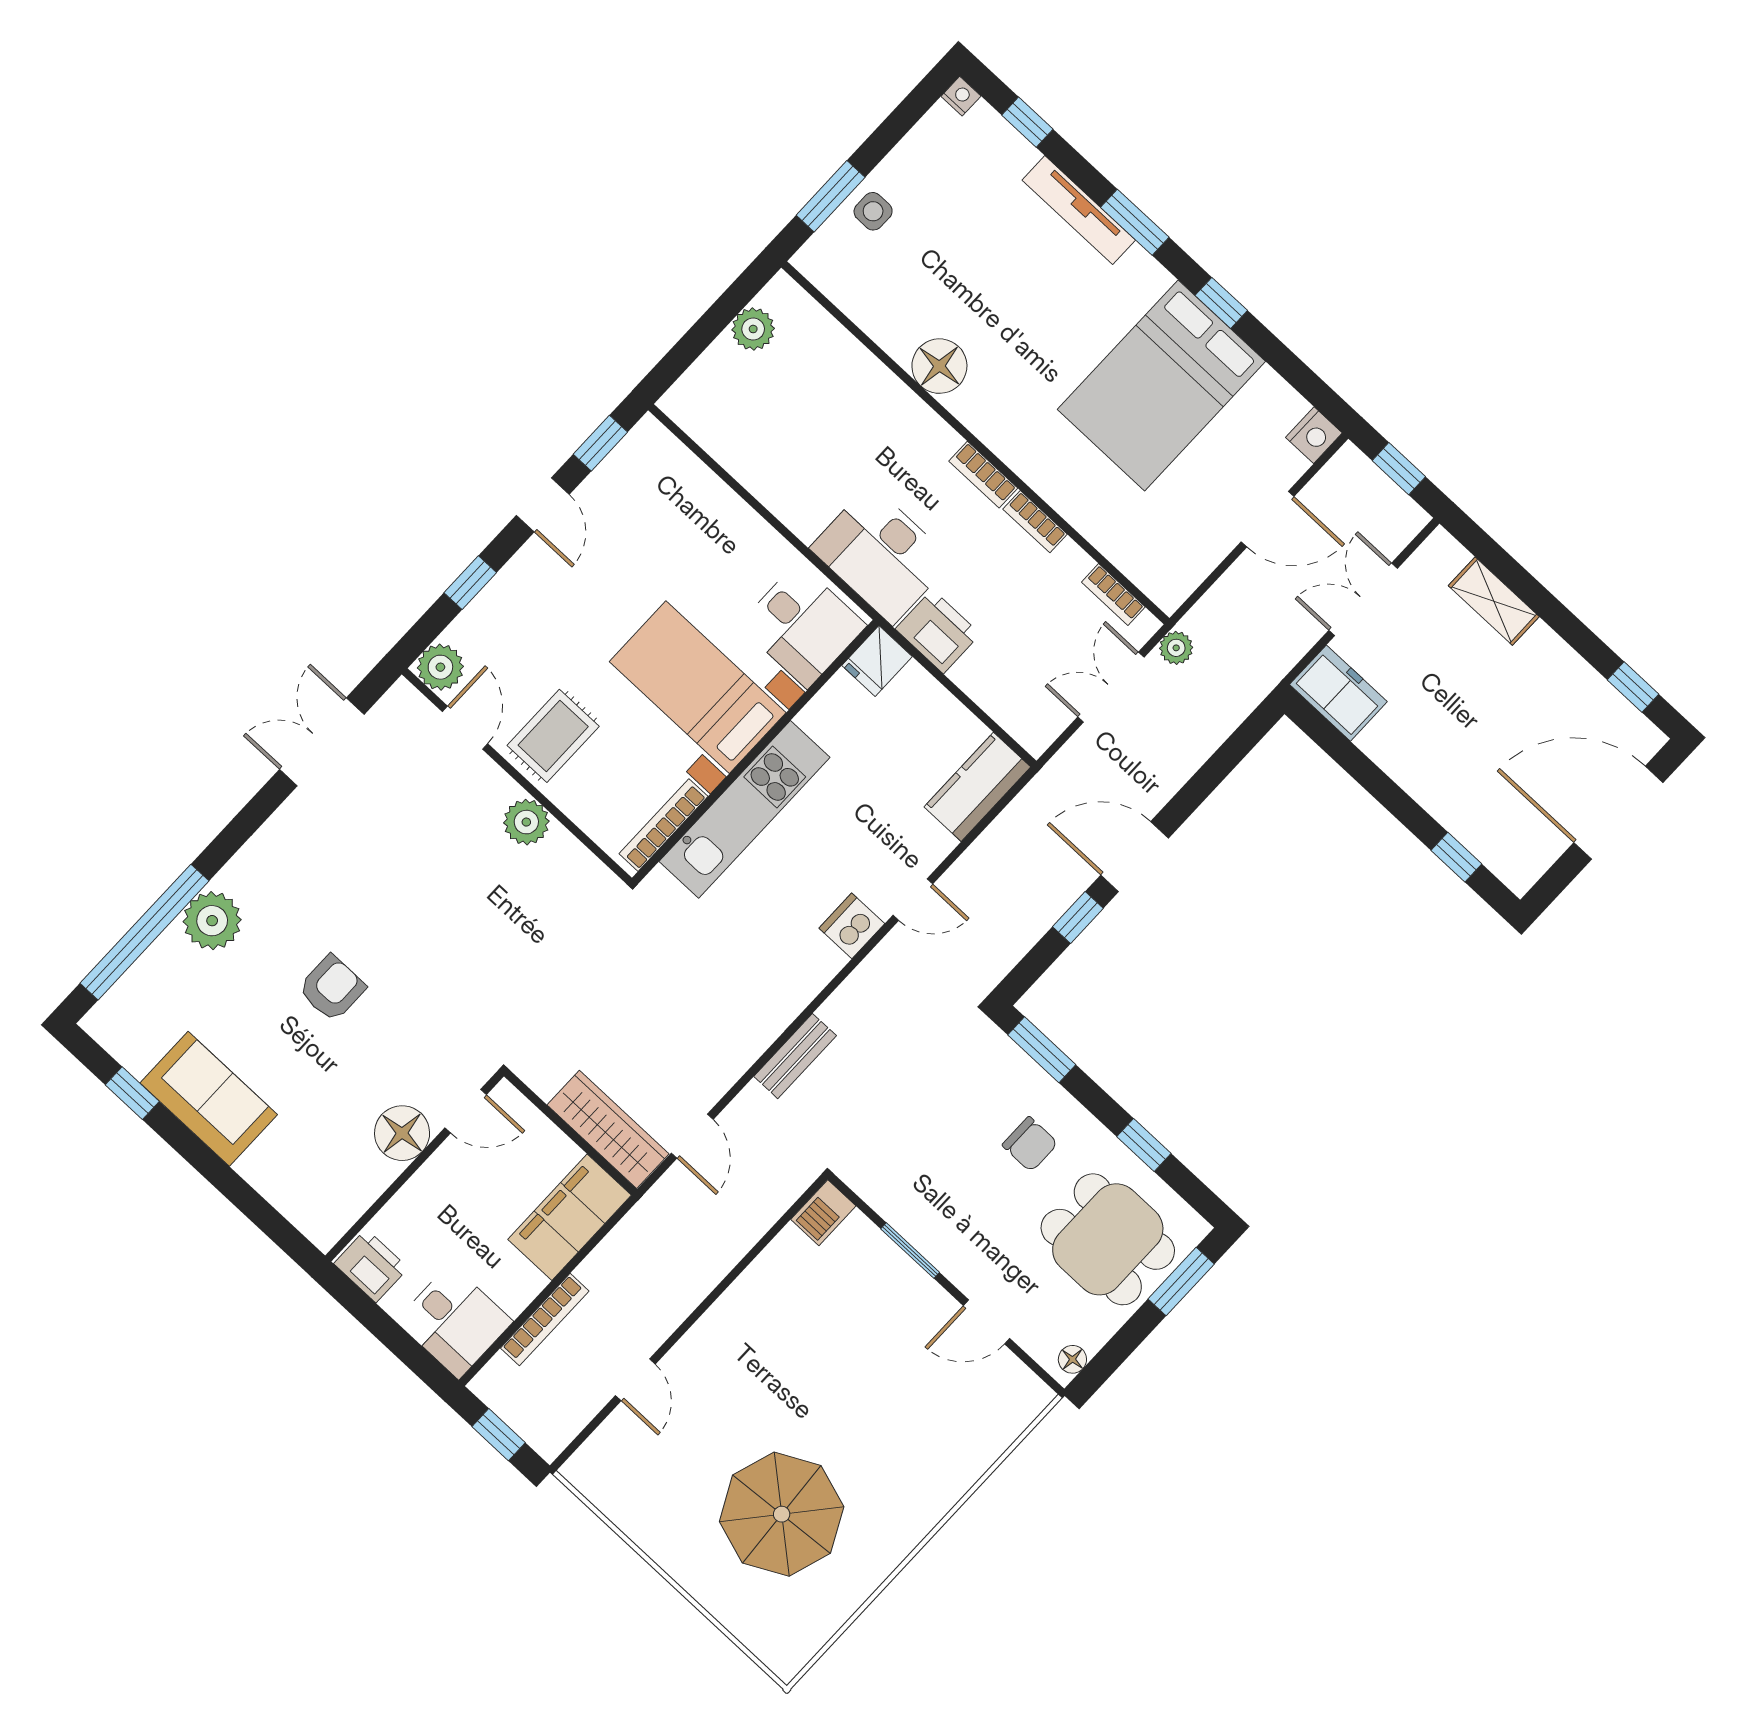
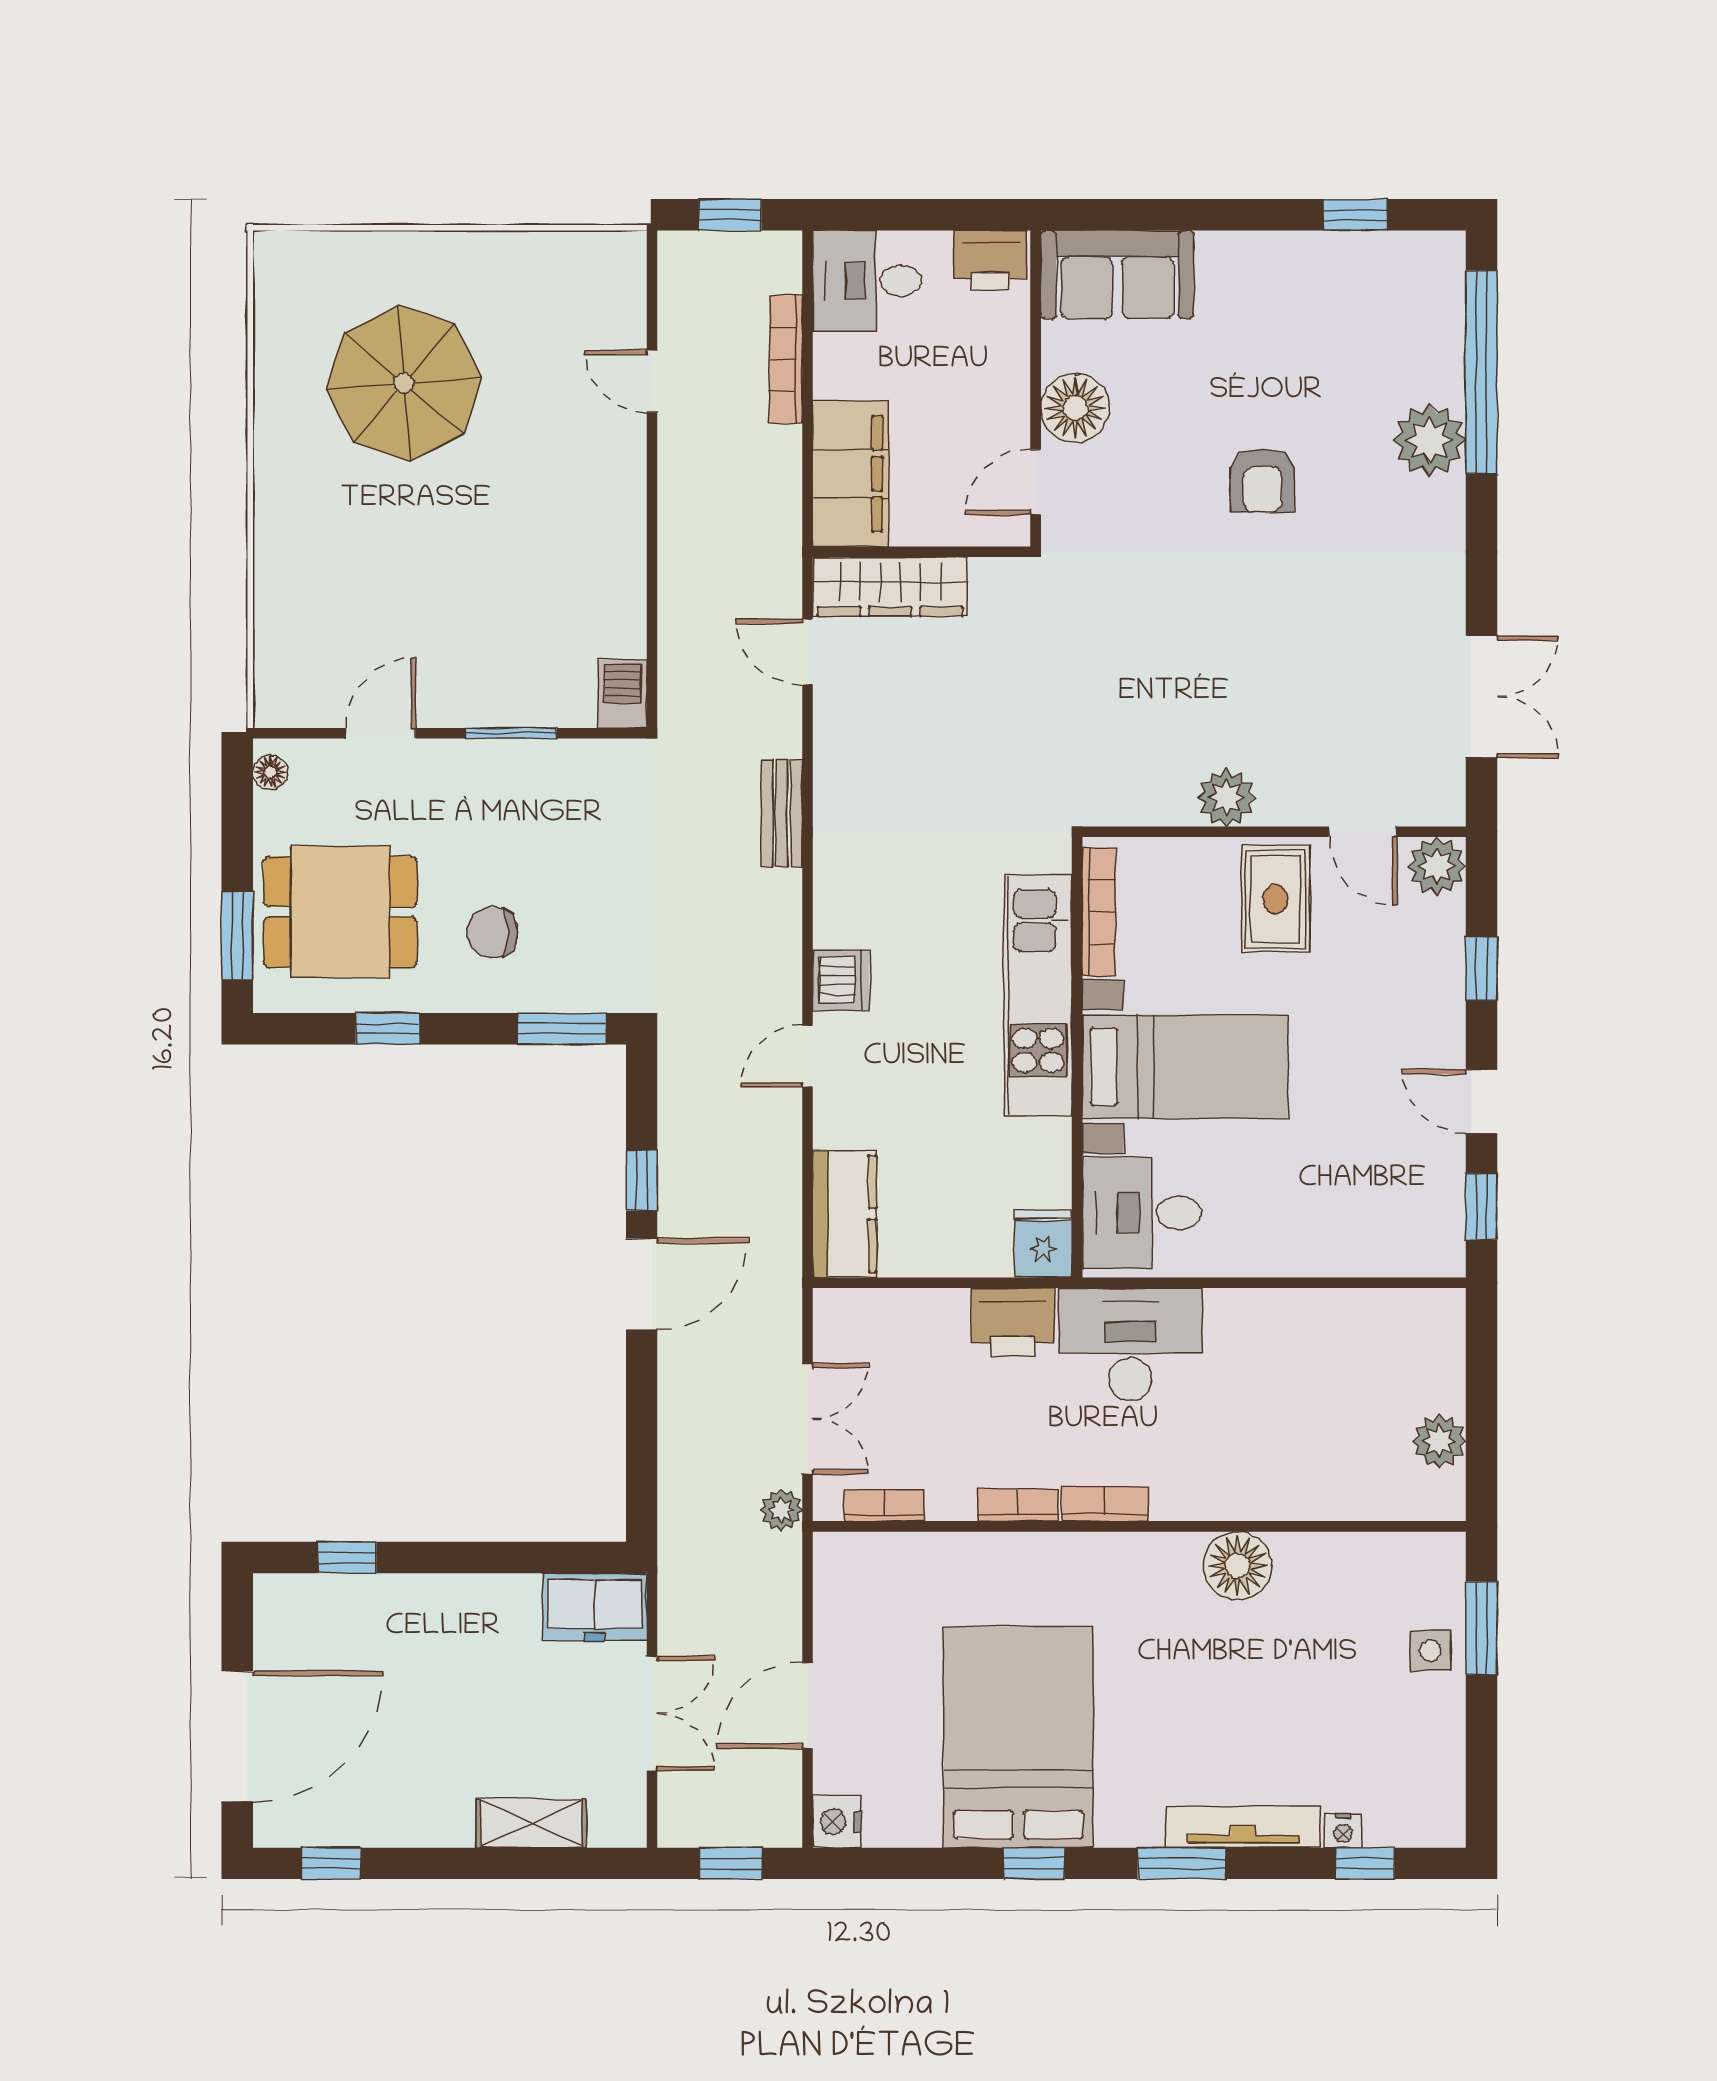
nightstand: (961, 96) -> (1343, 1831), moved
sofa: (209, 1099) -> (1117, 274), moved

